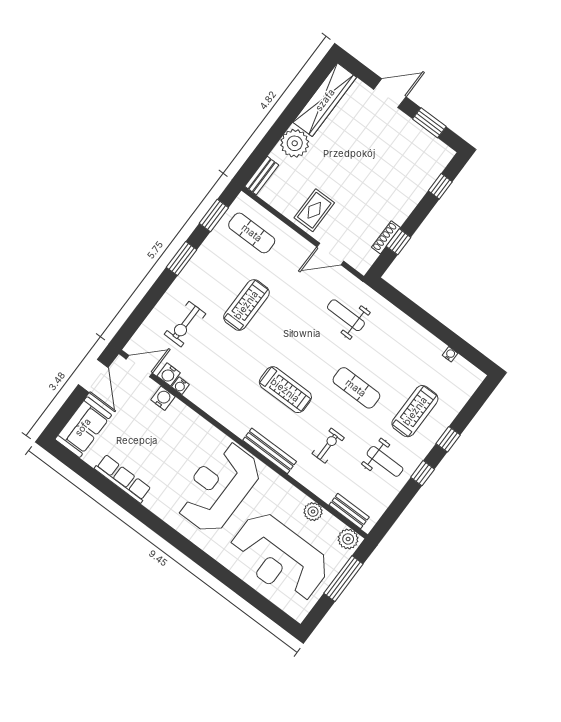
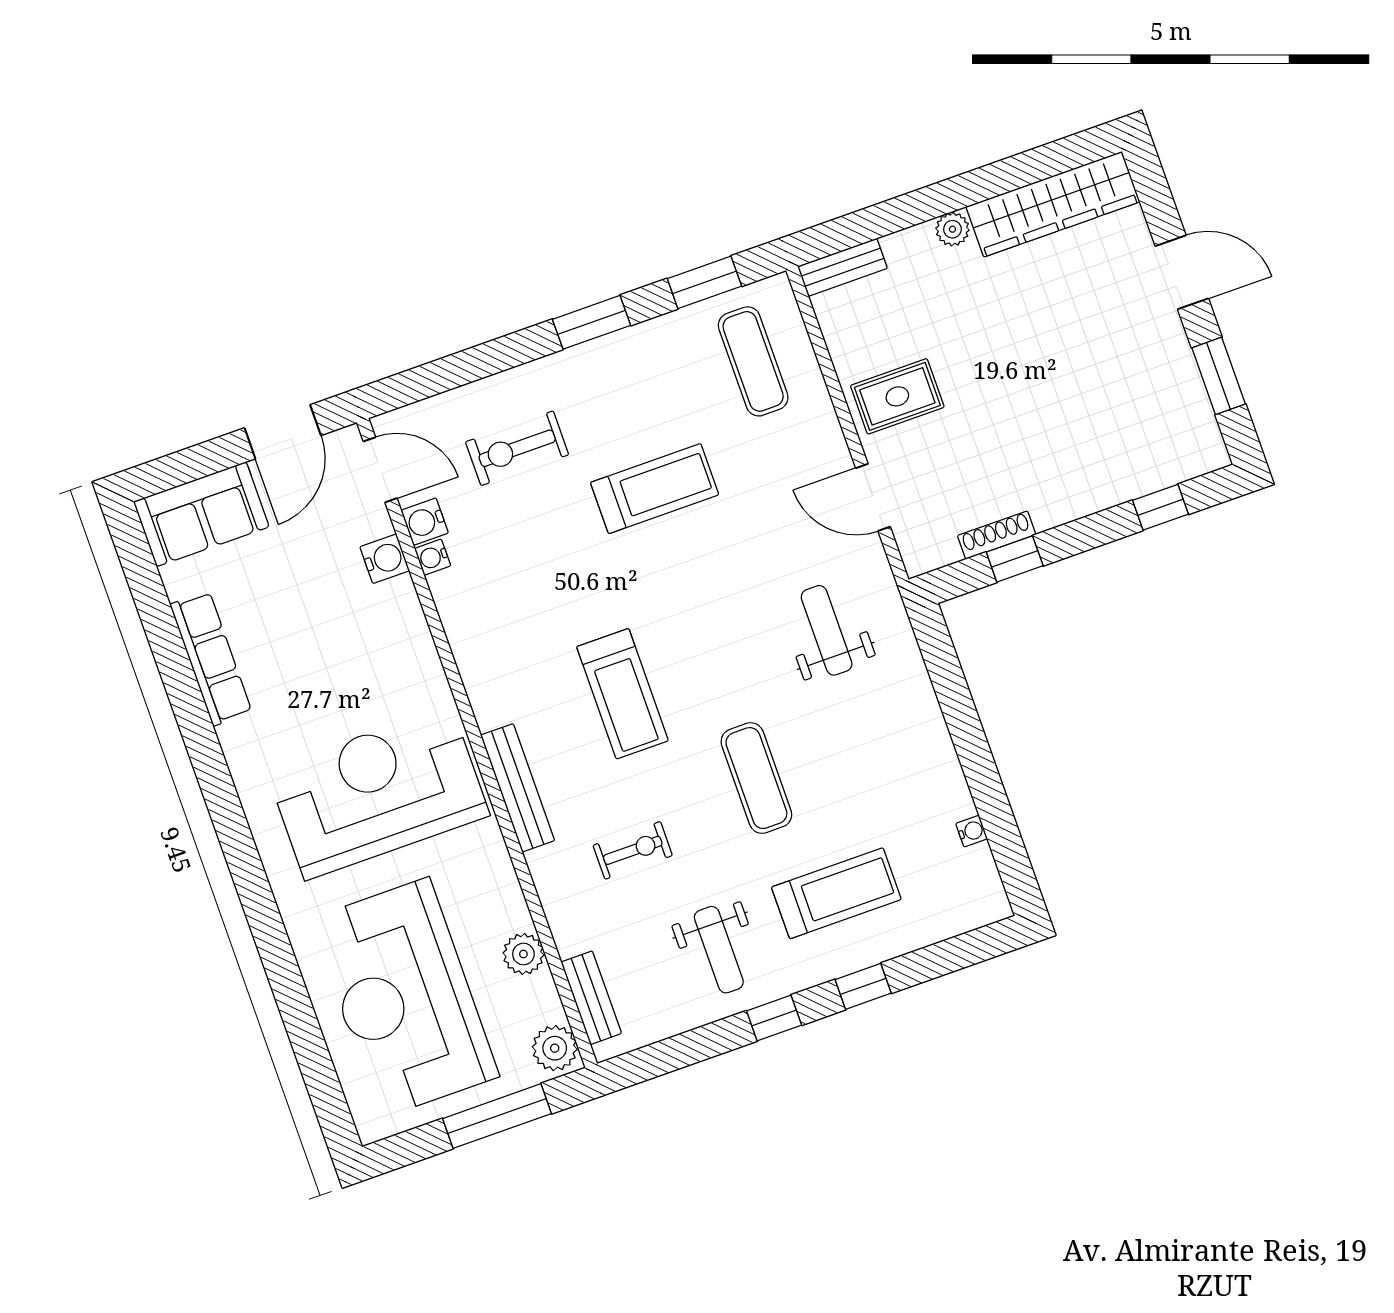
plant: (295, 143) -> (952, 229), width x0.53, depth x0.53

